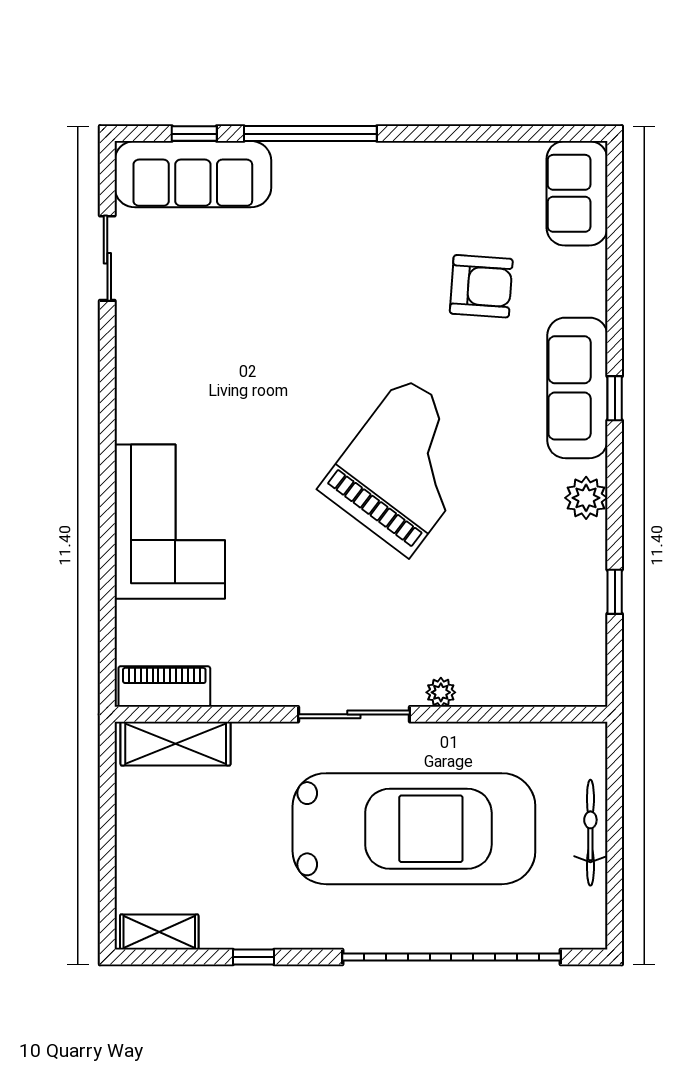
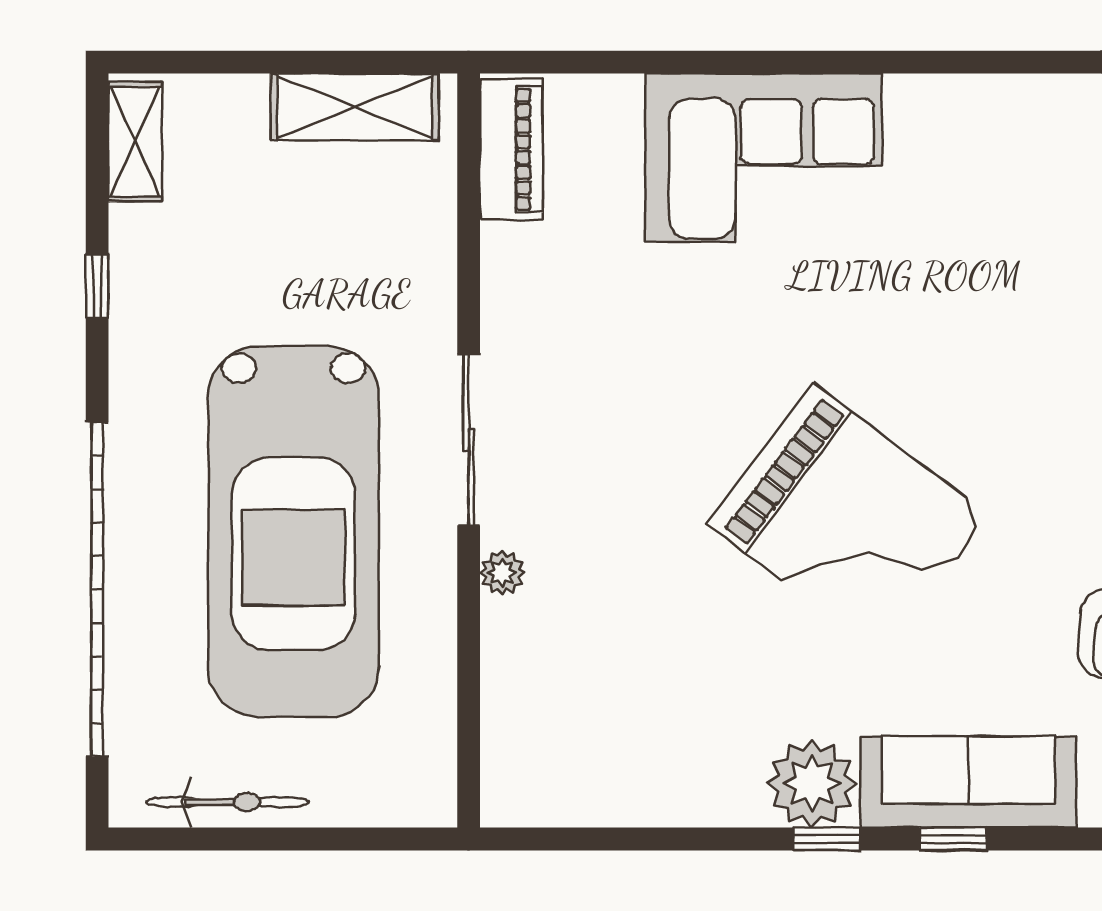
plant: (586, 498) -> (812, 783), width x1.36, depth x1.36
window: (615, 592) -> (827, 839), moved
shelving: (176, 744) -> (355, 107), moved, turned 90
bicycle: (590, 833) -> (227, 802), moved

